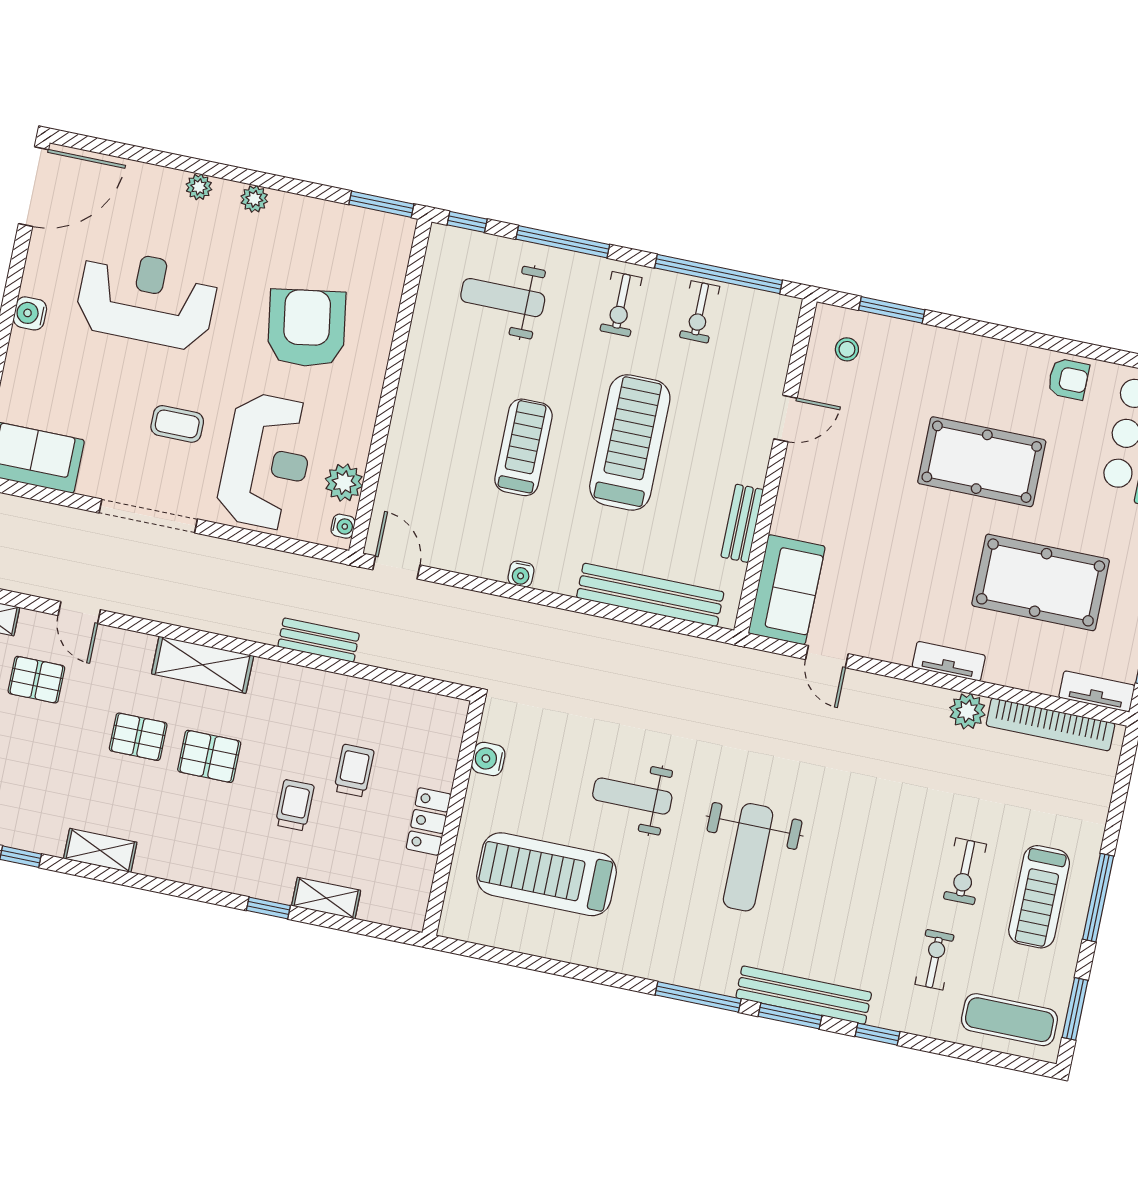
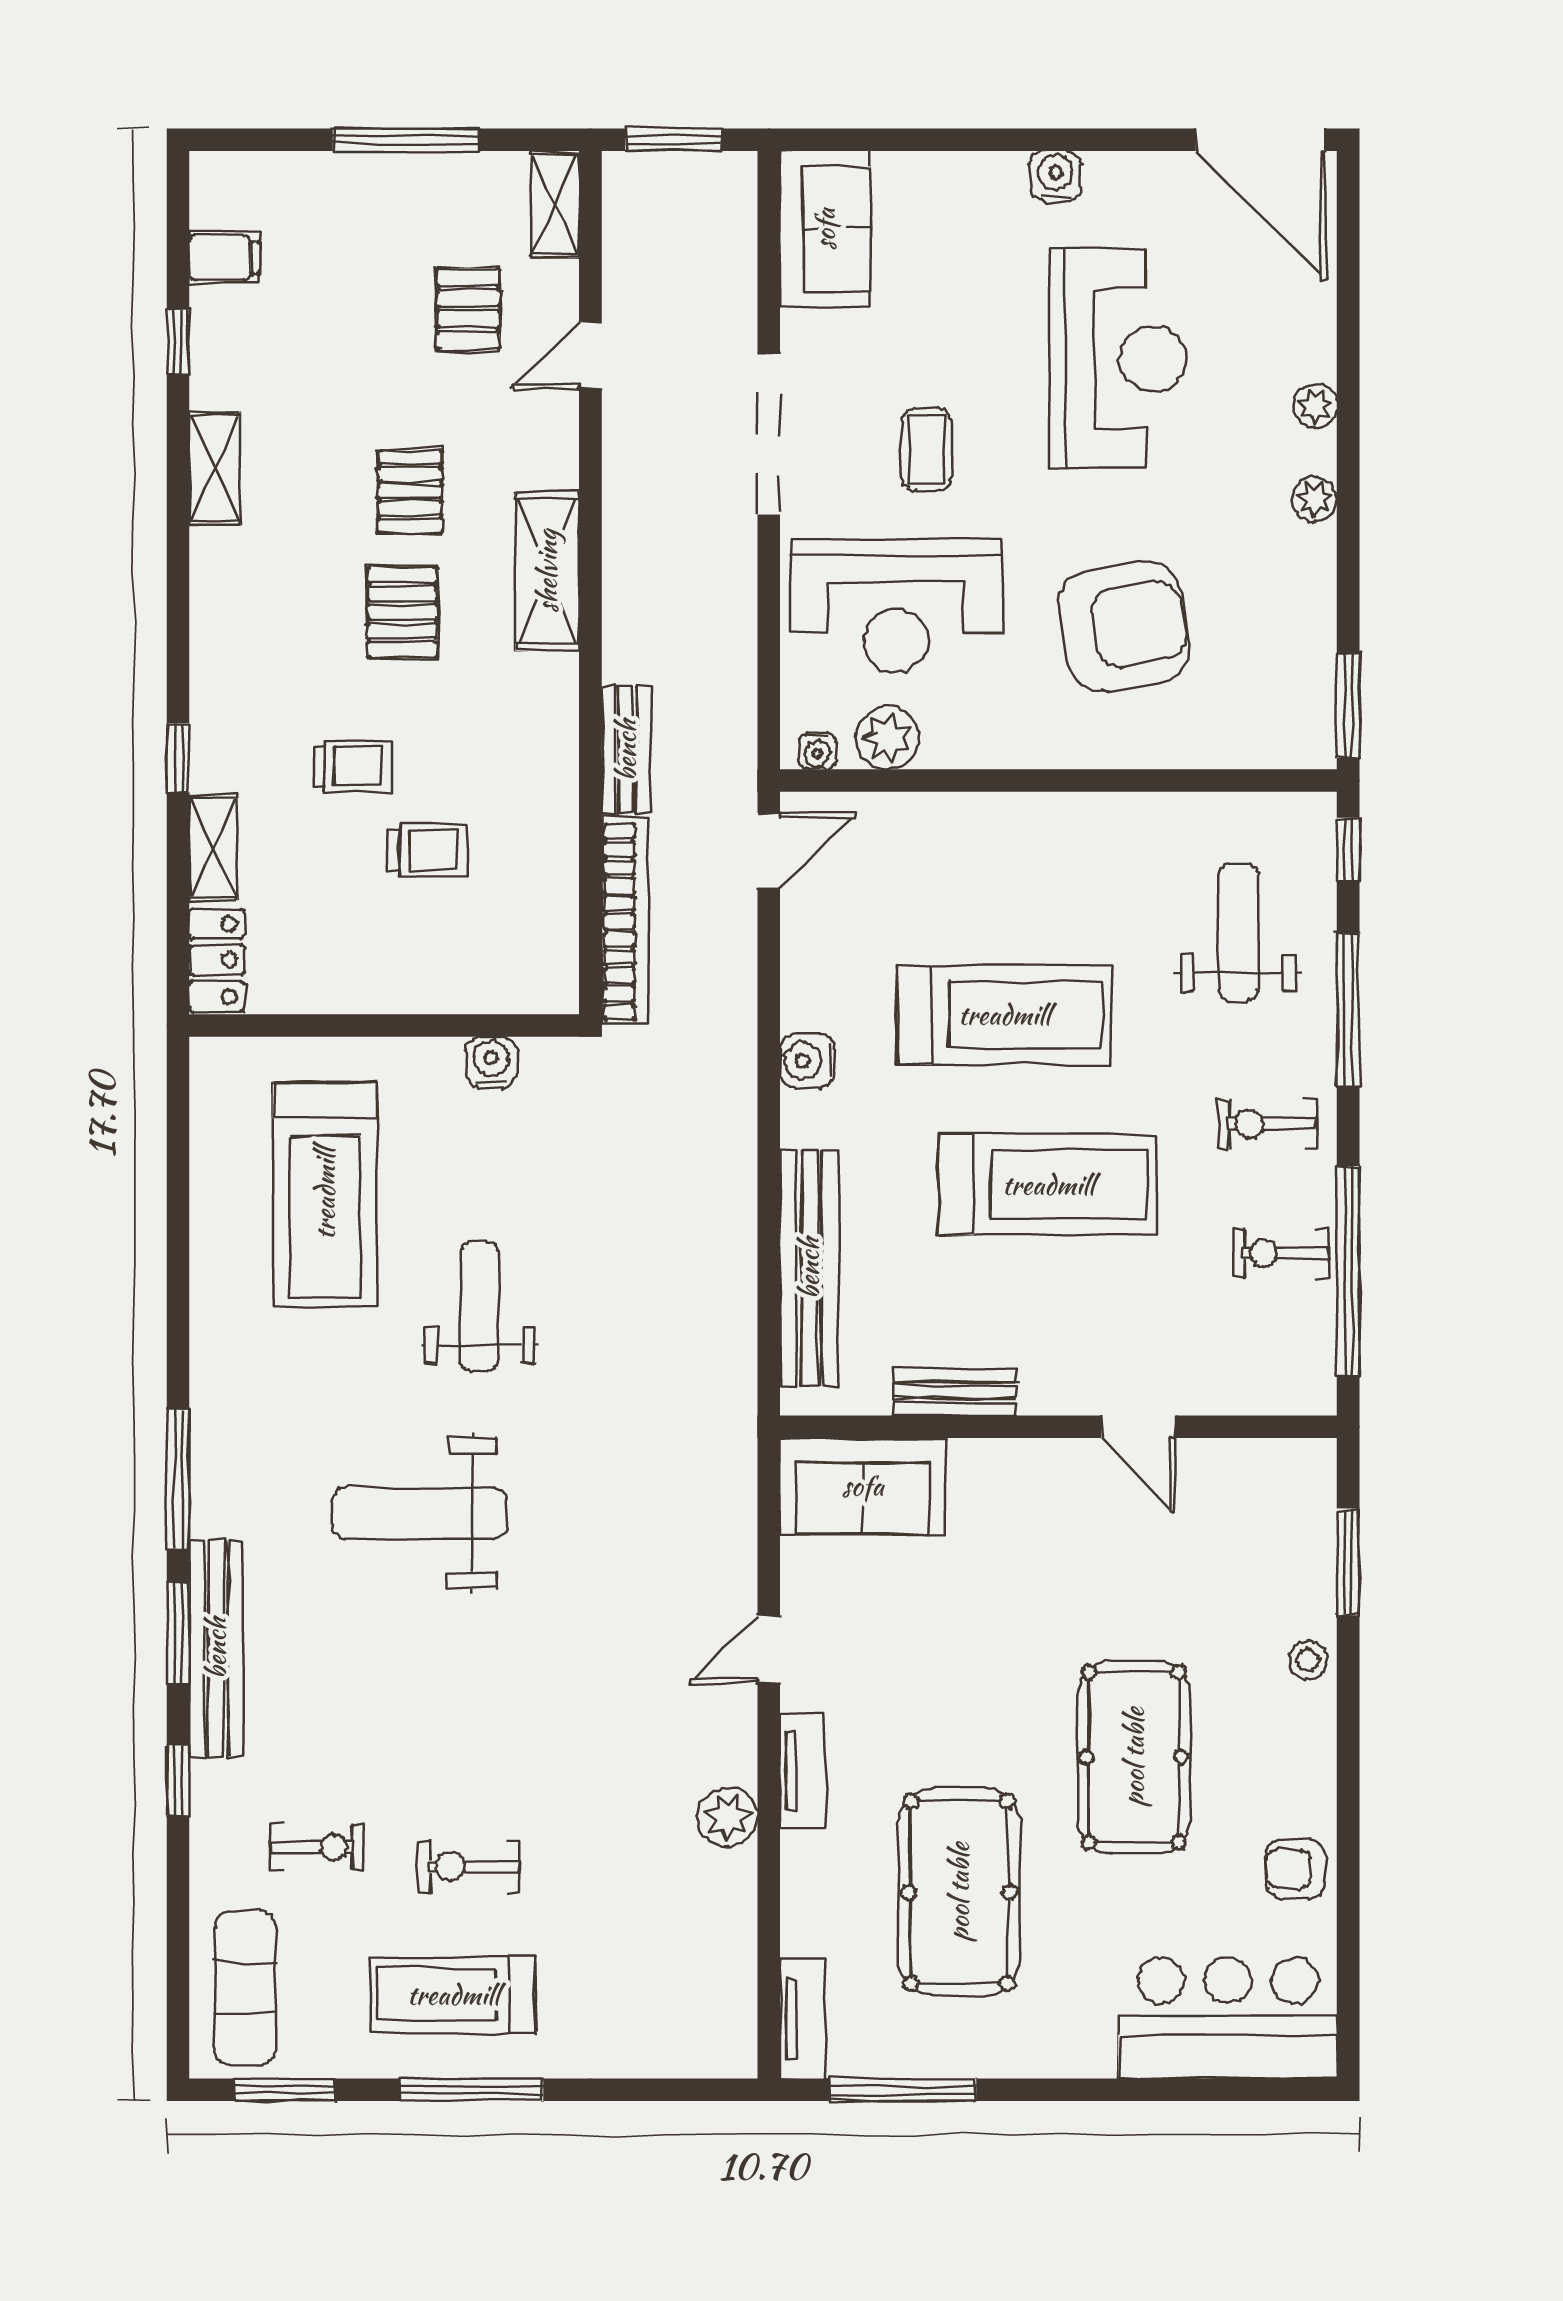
stool: (847, 349) -> (1308, 1660), moved
armchair: (1068, 379) -> (1296, 1869), turned 90
treadmill: (523, 447) -> (1004, 1015), width x1.37, depth x1.38
water cooler: (521, 574) -> (807, 1061), width x1.38, depth x1.38
door: (827, 657) -> (769, 1649), moved
bookcase: (1050, 724) -> (625, 922), moved, turned 180
locker: (429, 821) -> (217, 960), moved, turned 90
treadmill: (547, 874) -> (325, 1194), turned 180

